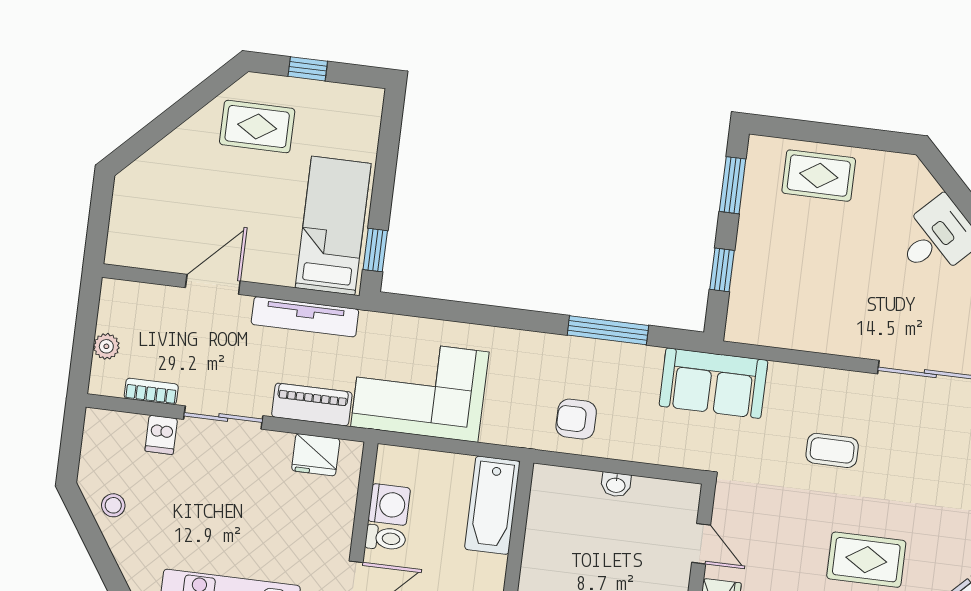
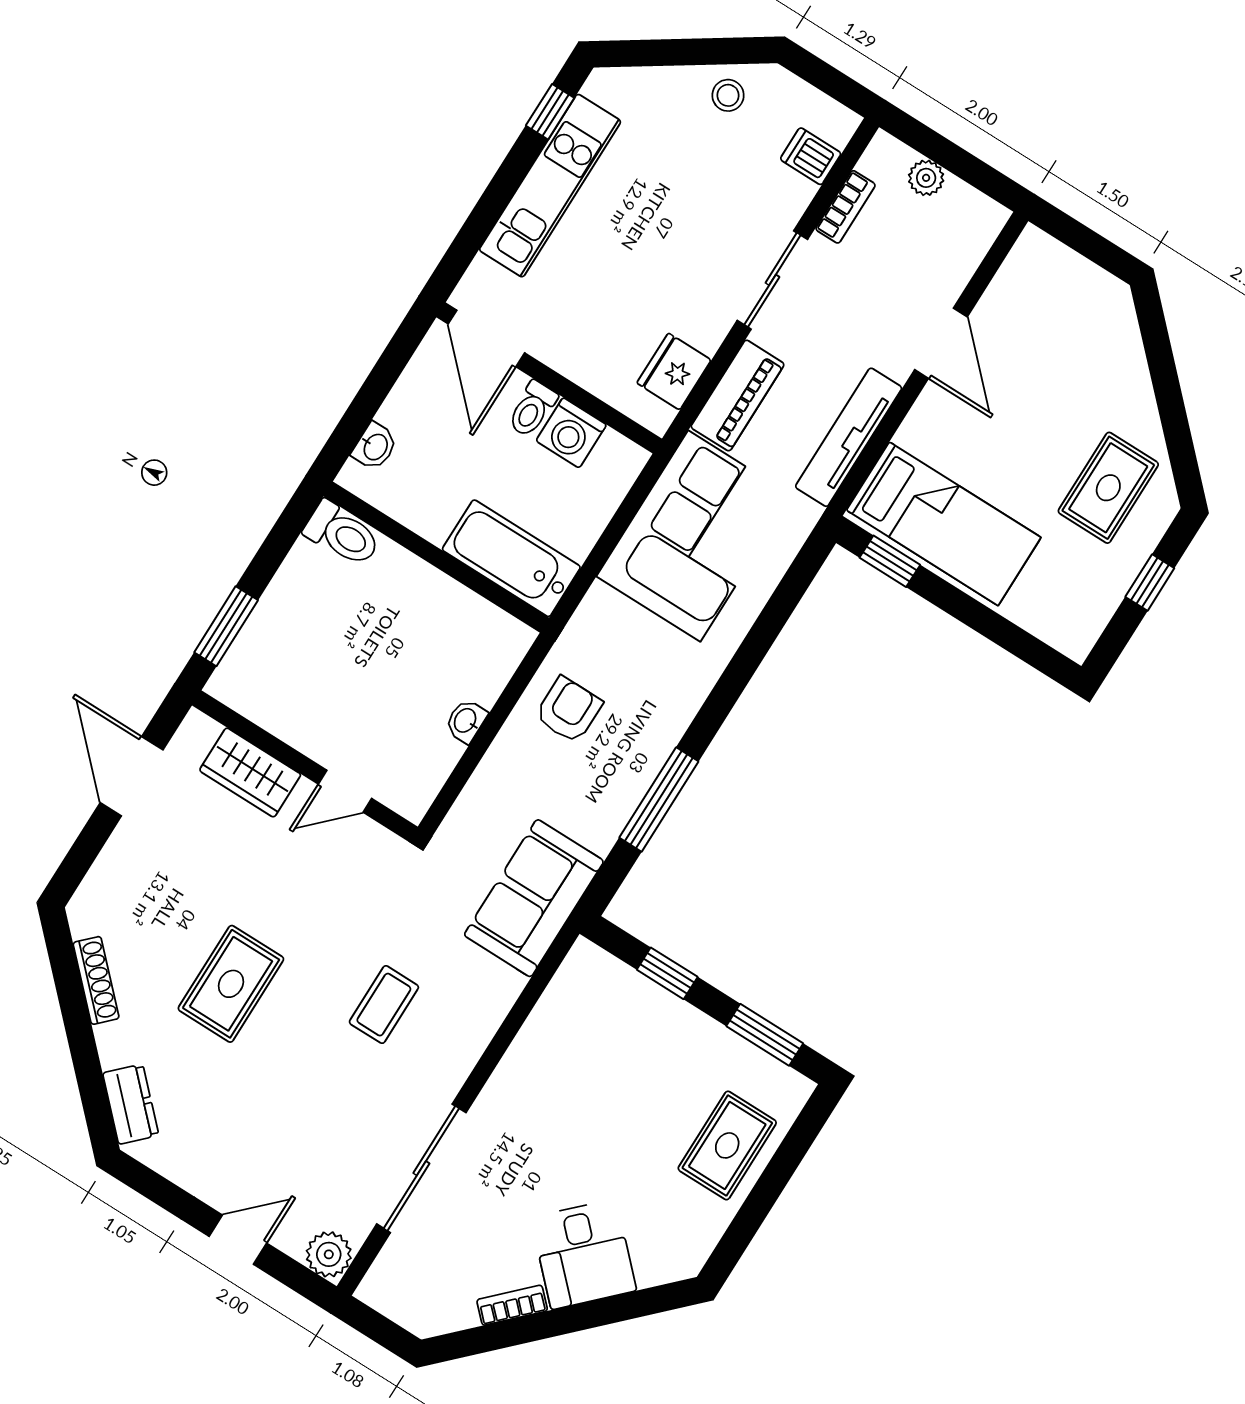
dishwasher: (161, 435) -> (811, 156), moved

